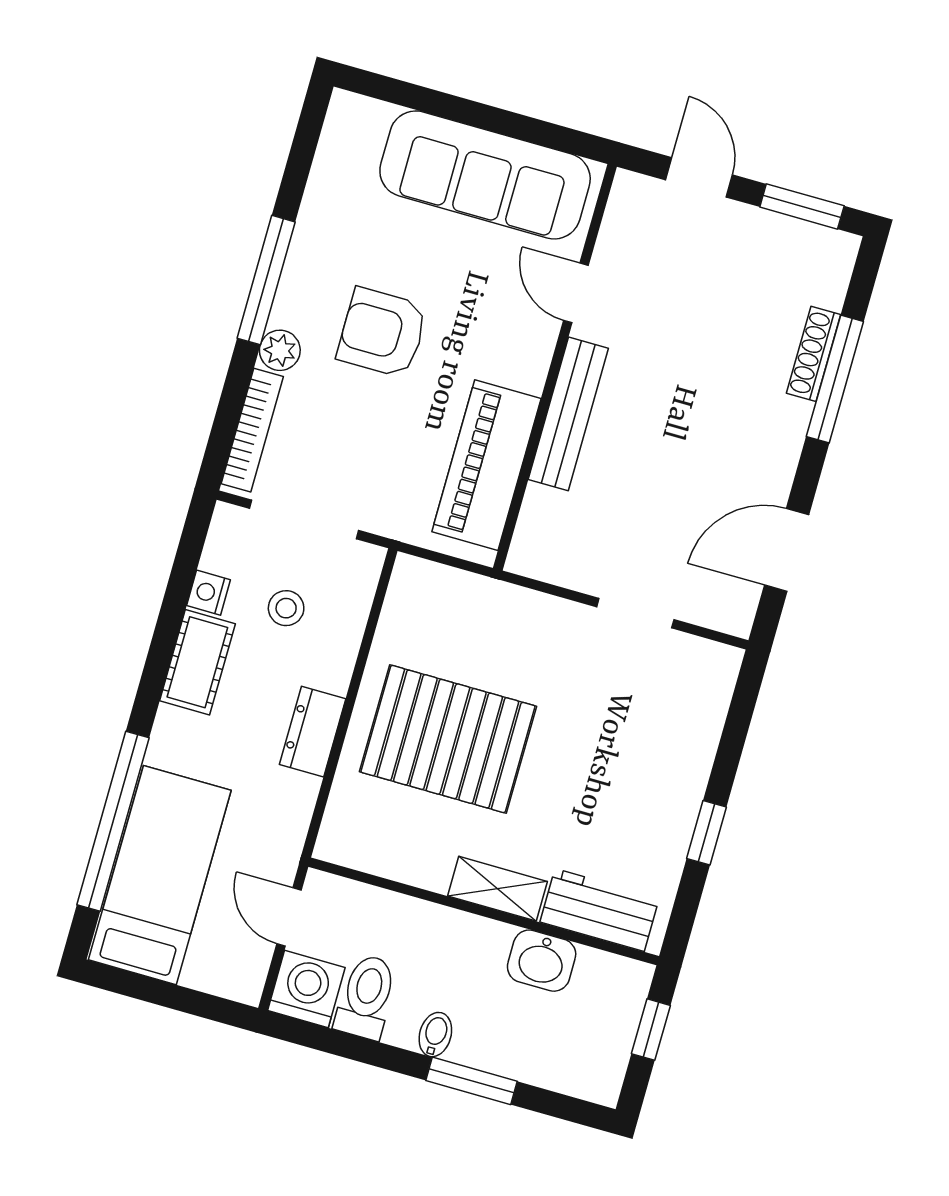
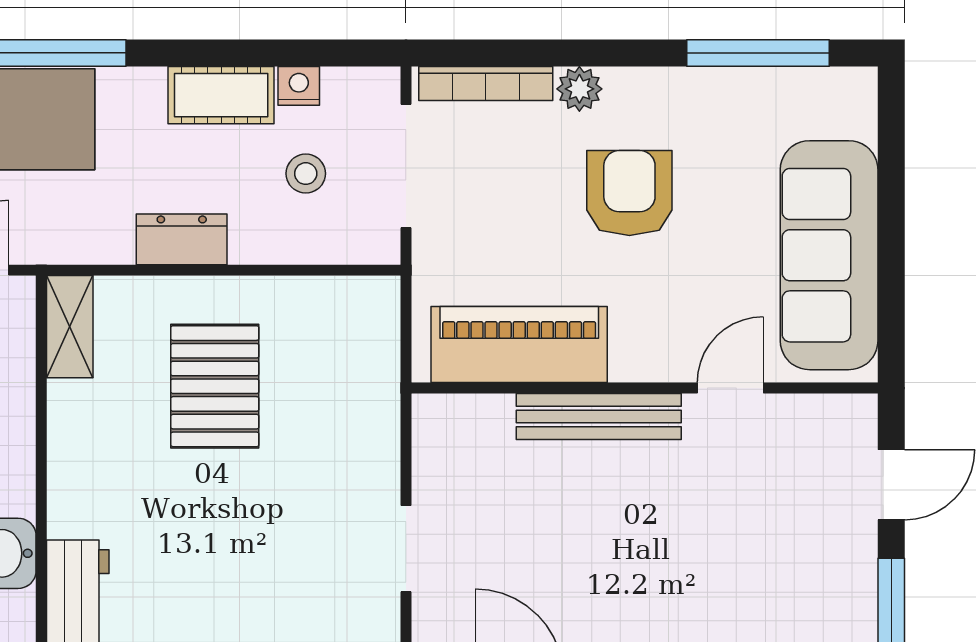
window: (266, 280) -> (758, 53), moved
pallet: (448, 739) -> (215, 386), width x0.73, depth x0.71
shelving: (497, 889) -> (70, 327), moved

